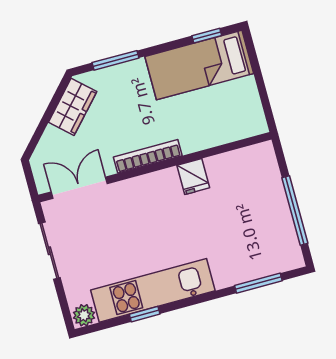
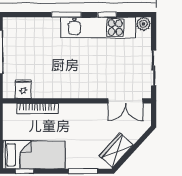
bookcase: (148, 156) -> (37, 109), moved
fridge: (193, 177) -> (23, 89), moved
window: (258, 283) -> (66, 15), moved

